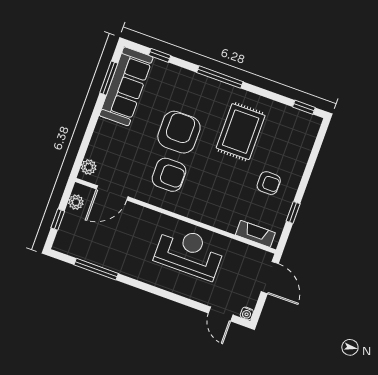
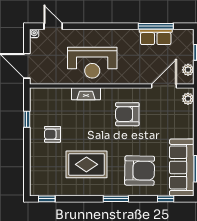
window: (220, 77) -> (116, 199), width x0.69
armchair: (179, 132) -> (140, 171), moved, turned -89
rug: (241, 132) -> (86, 164), turned 90
fireplace: (255, 234) -> (86, 94), moved
row of seats: (101, 256) -> (156, 37), added

